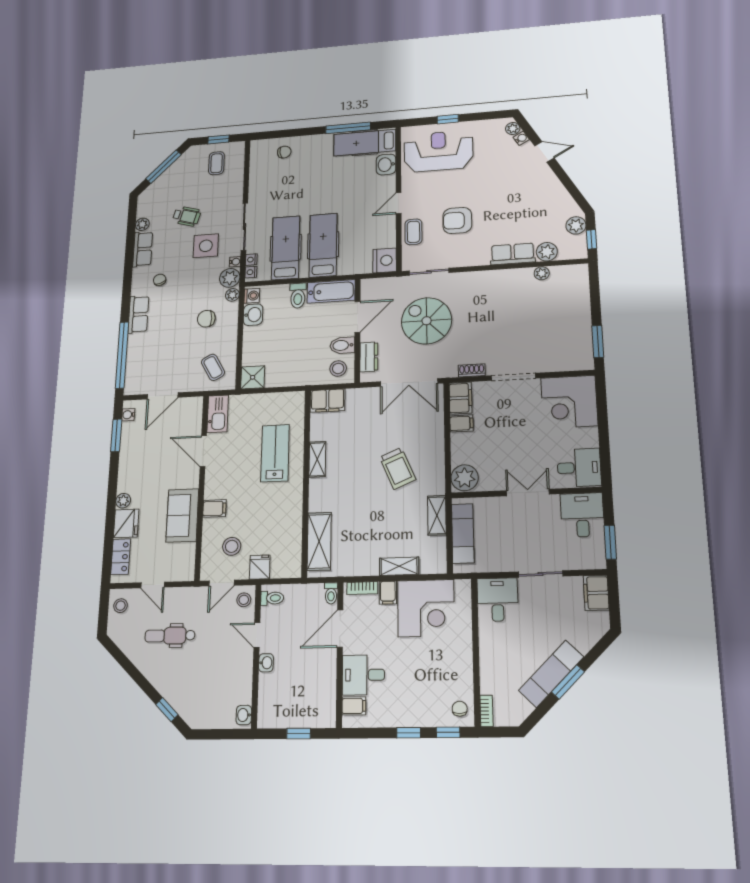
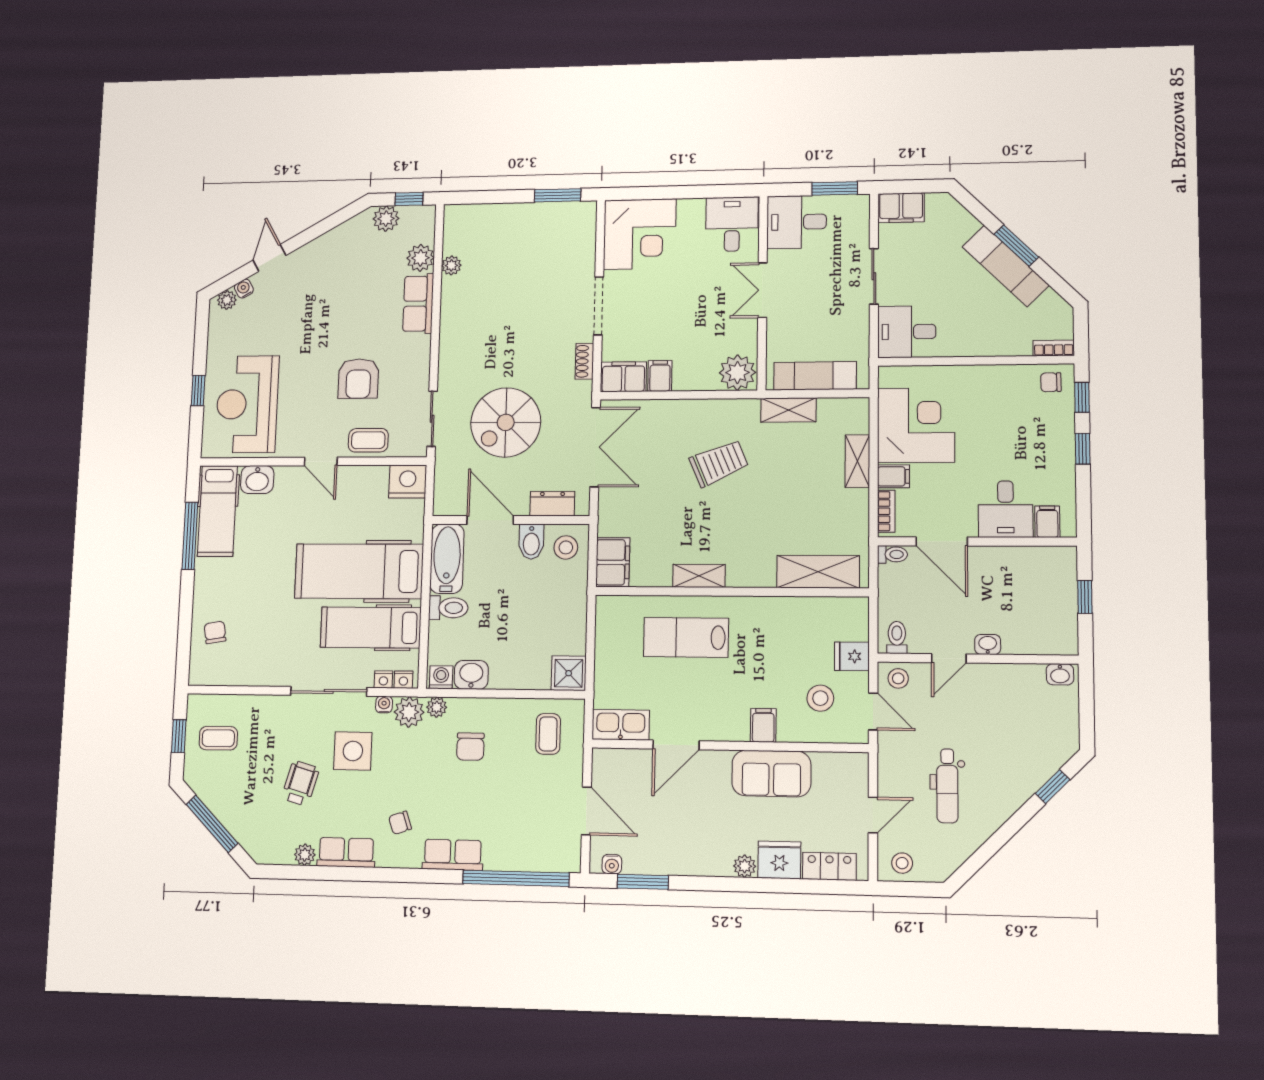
hospital bed: (323, 245) -> (359, 571), width x1.37, depth x1.29
coffee table: (213, 367) -> (548, 734), turned -61

